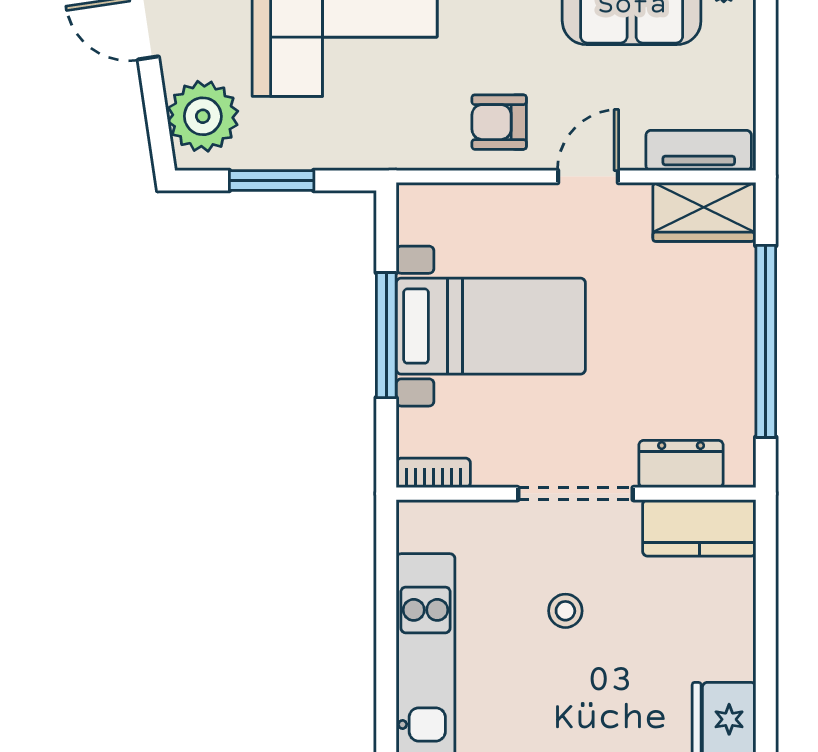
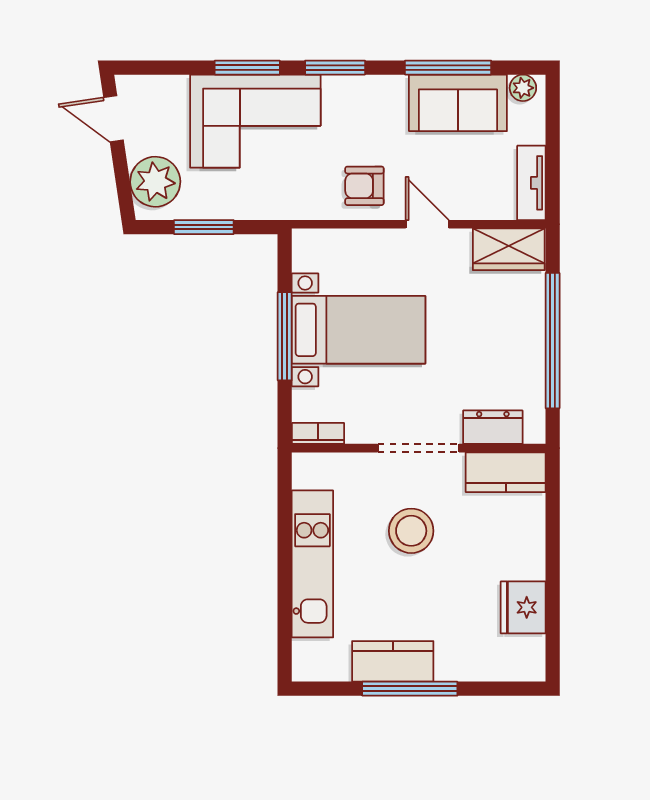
tv unit: (699, 150) -> (531, 183), moved, turned -90
door: (588, 177) -> (427, 224), hinge flipped
stool: (565, 611) -> (411, 531), width x1.89, depth x1.89

